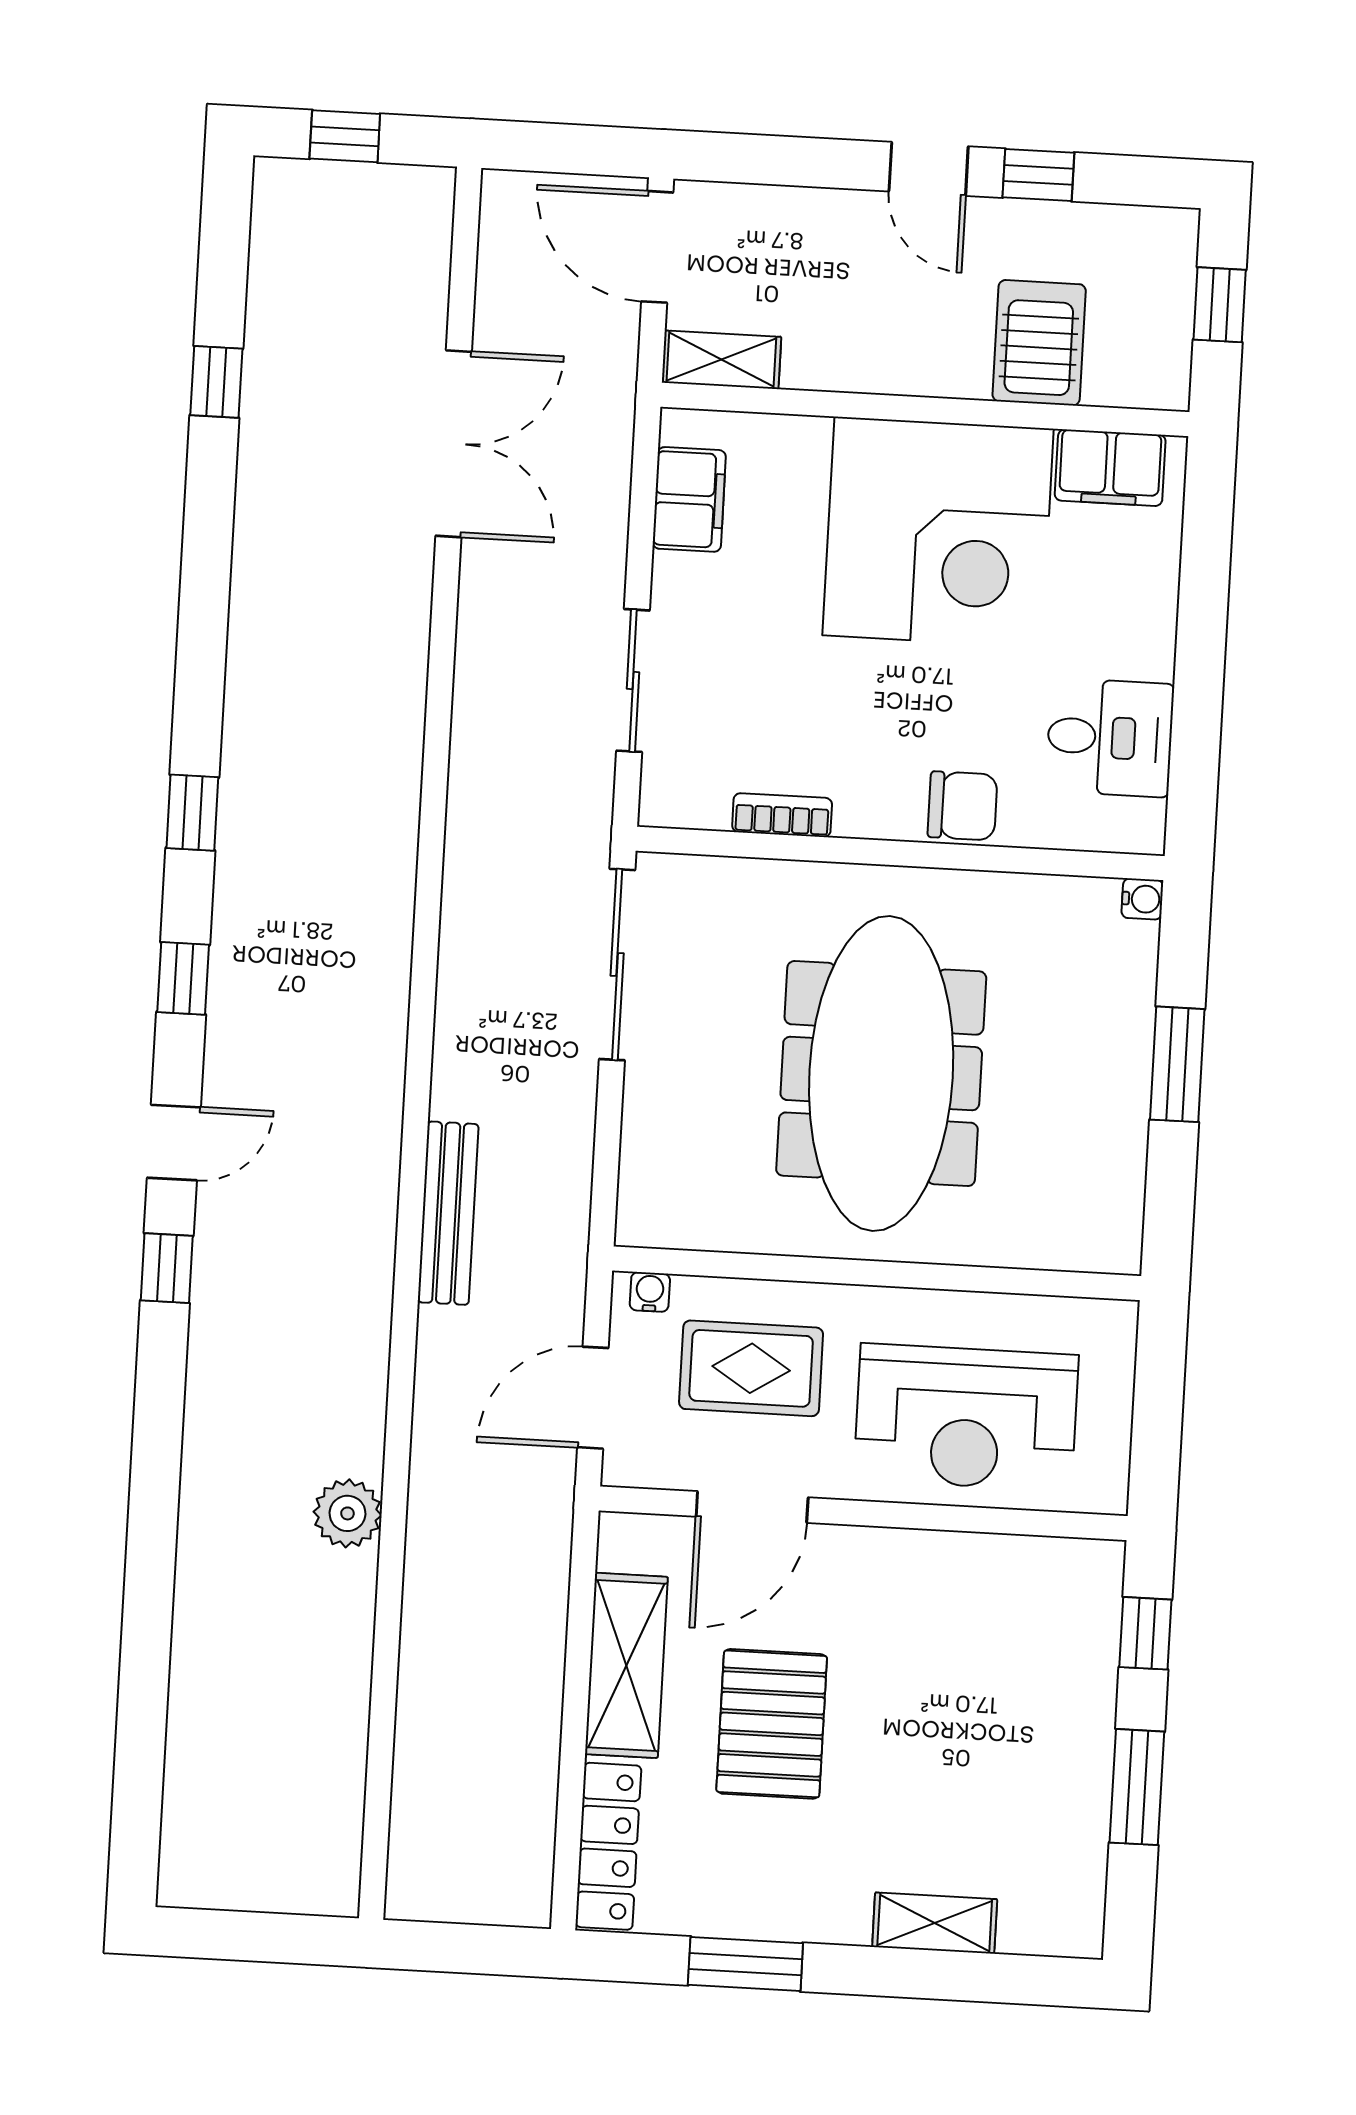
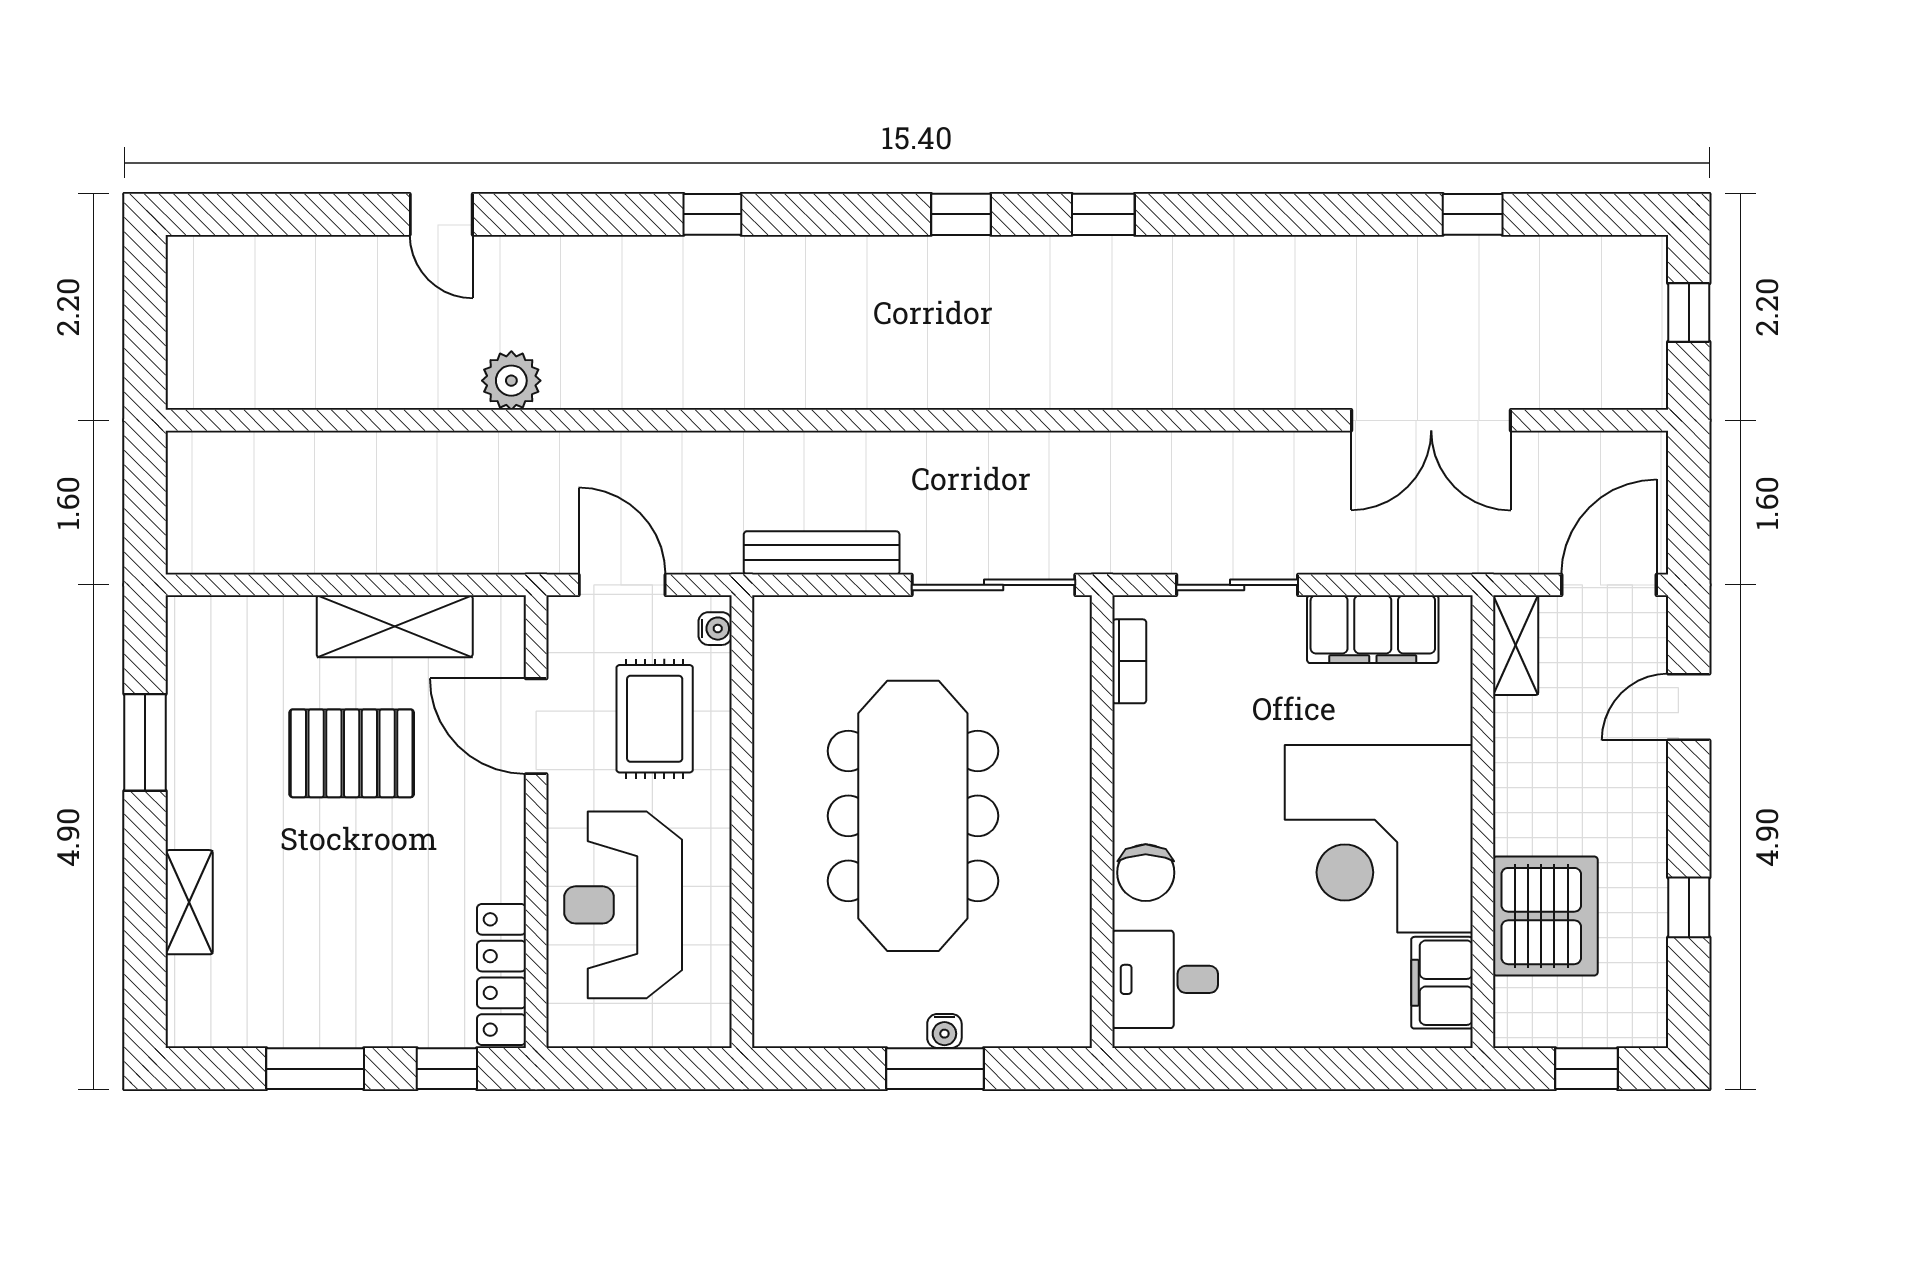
door: (929, 169) -> (1689, 707), moved
server rack: (1039, 343) -> (1545, 916), width x1.60
filing cabinet: (689, 499) -> (1373, 629), width x1.50, depth x1.17
desk: (1110, 738) -> (1165, 979), moved, turned 90
bookcase: (782, 815) -> (1129, 661), moved
water cooler: (1142, 899) -> (944, 1031), moved
meeting table: (881, 1074) -> (913, 816), turned 90
door: (174, 1143) -> (441, 214), moved
bench: (448, 1213) -> (822, 553), moved
locker: (608, 1846) -> (501, 974), moved, turned 90

